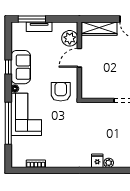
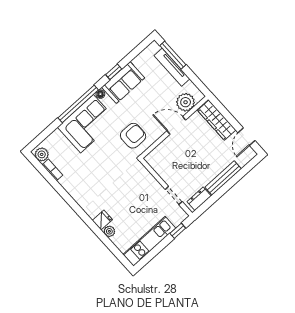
tv unit: (39, 27) -> (172, 67), width x1.41
window: (8, 123) -> (78, 104), moved
plant: (20, 162) -> (42, 154), added

